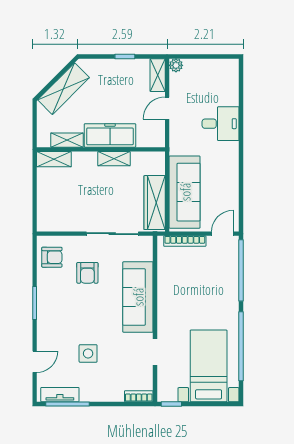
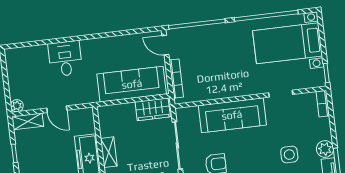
wardrobe: (155, 203) -> (153, 109), width x0.67
plant: (90, 393) -> (325, 149), added

